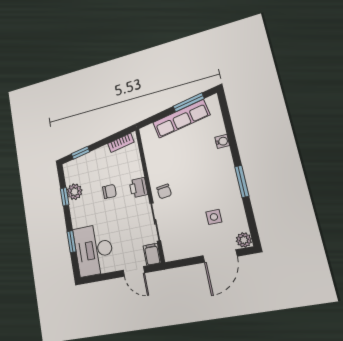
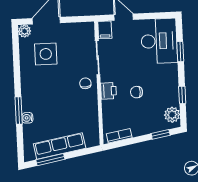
window: (242, 181) -> (19, 111), moved
plant: (75, 192) -> (172, 115), moved
side table: (214, 217) -> (46, 54), width x1.87, depth x1.87

